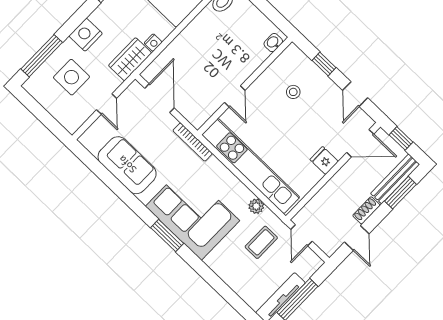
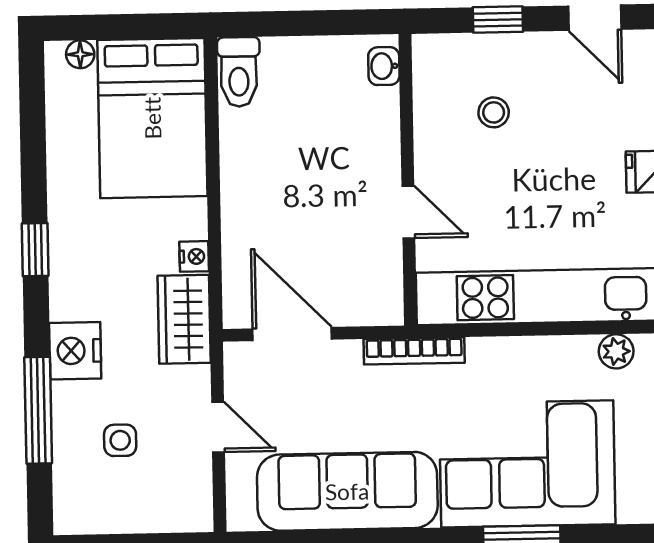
window: (42, 56) -> (38, 410), moved
side table: (71, 77) -> (120, 440), width x0.54, depth x0.54
sofa: (127, 165) -> (347, 491), width x1.36

